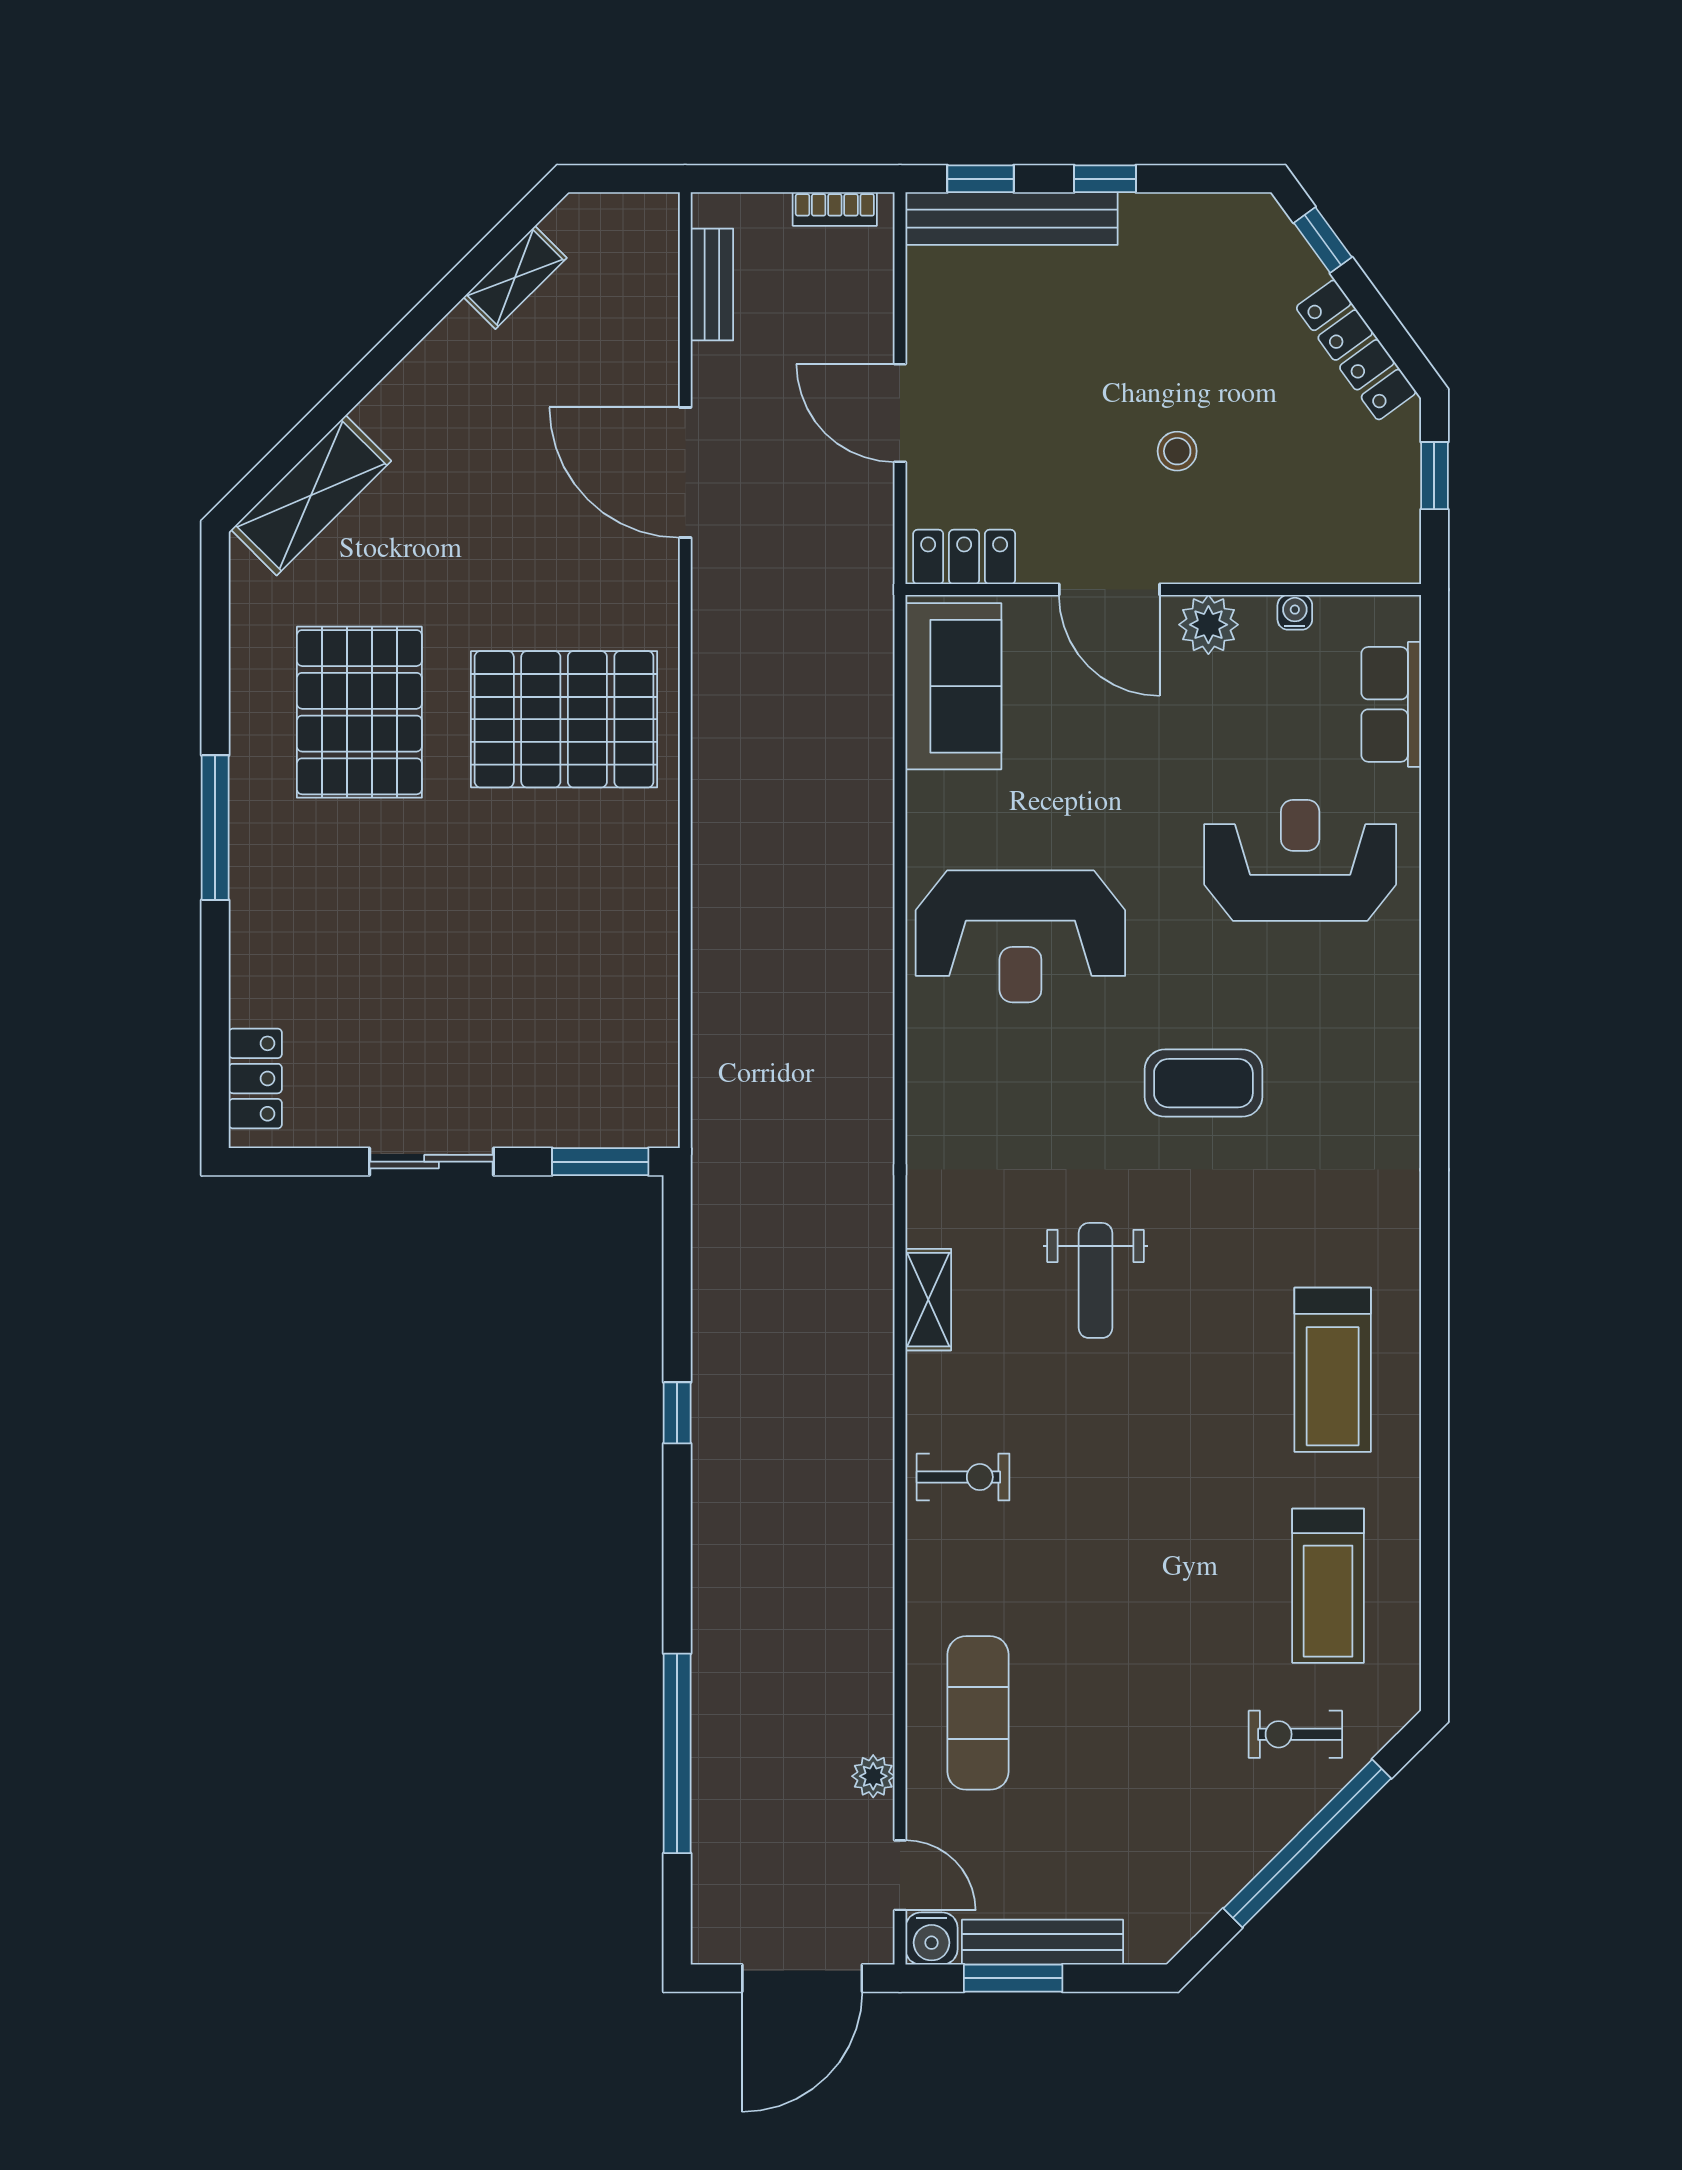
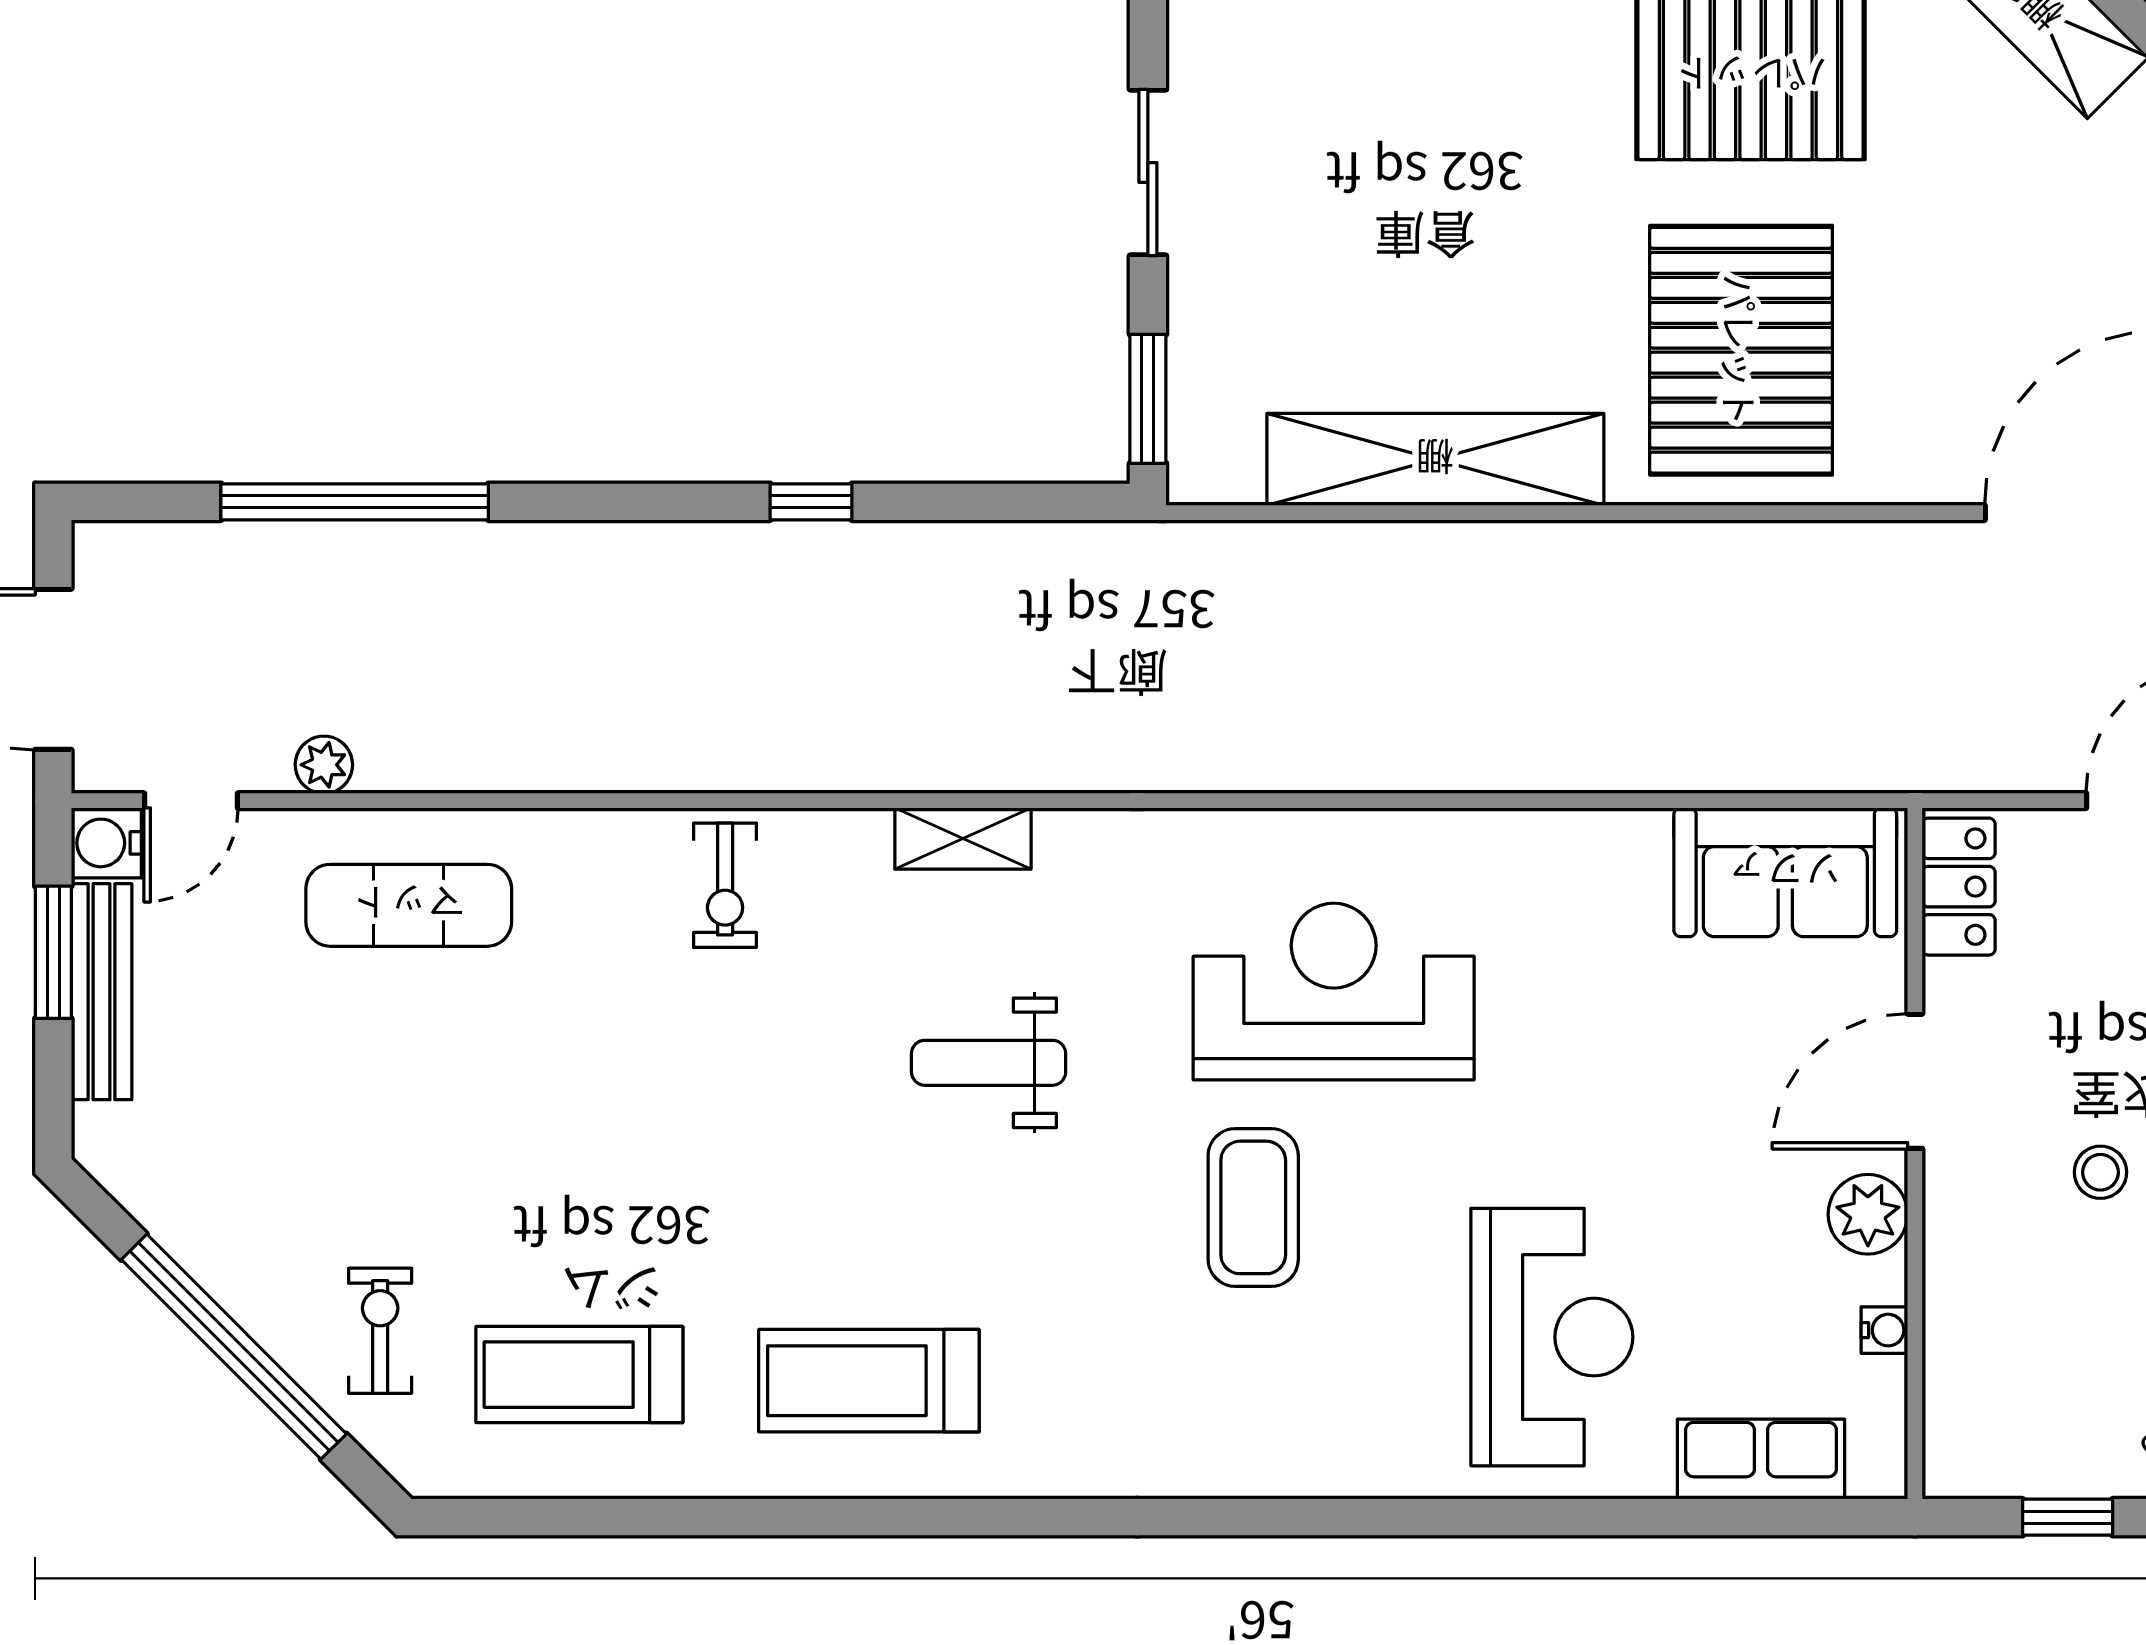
reception desk: (1020, 936) -> (1334, 992), moved, turned 90
shelving: (645, 947) -> (1435, 459), added

